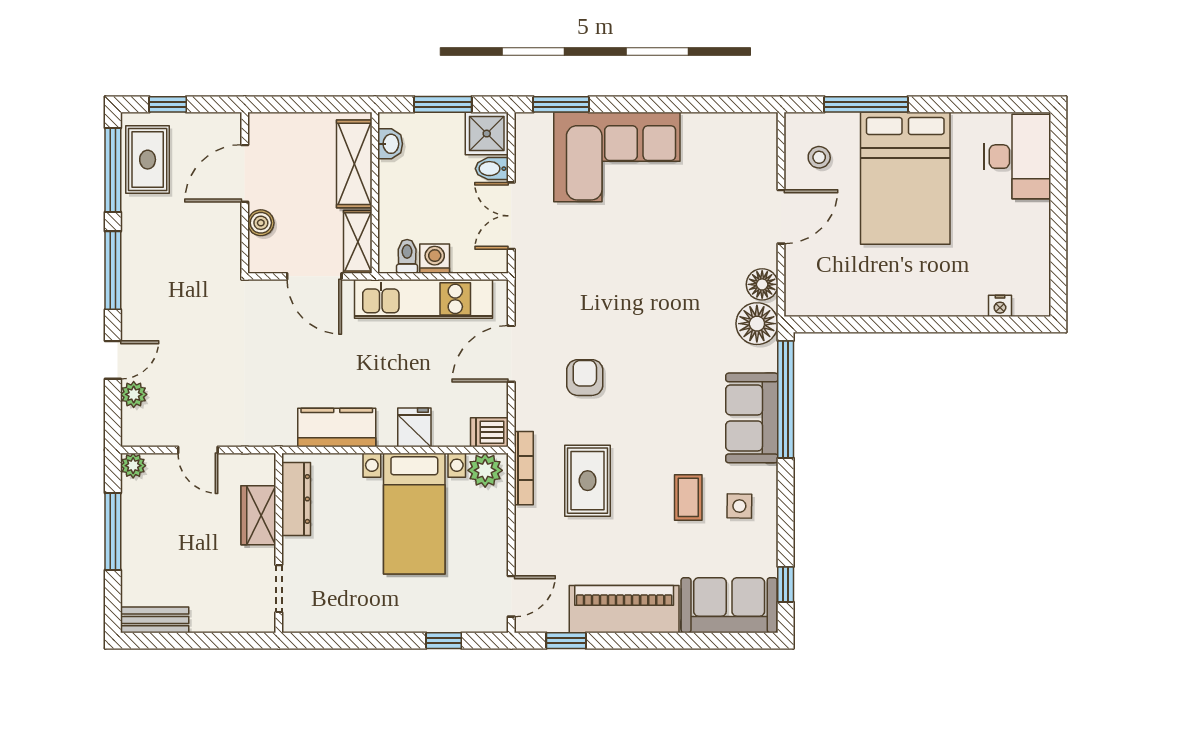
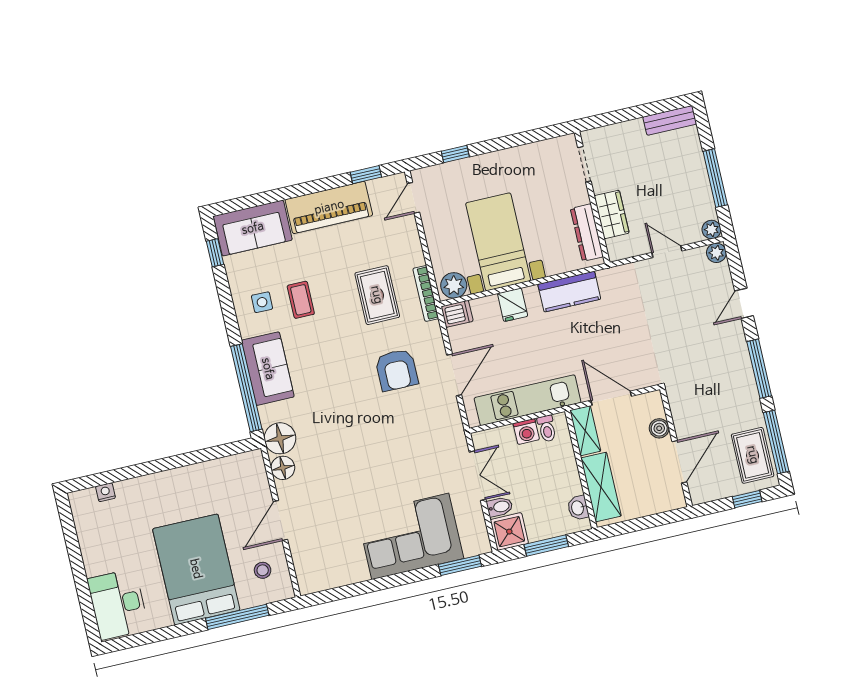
armchair: (585, 378) -> (397, 370), width x1.38, depth x1.38
plant: (134, 394) -> (716, 253), moved

